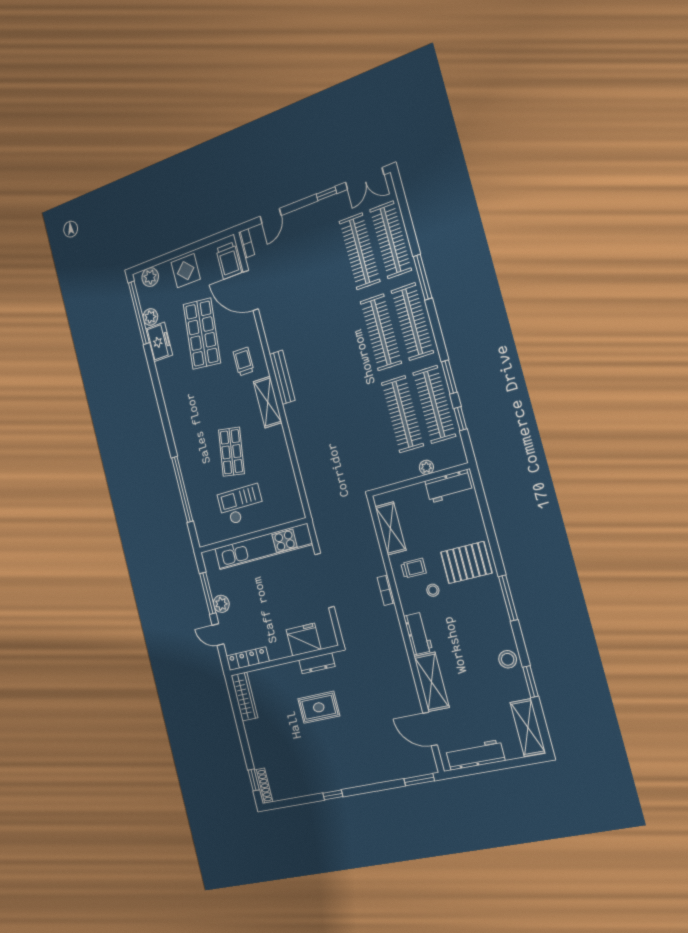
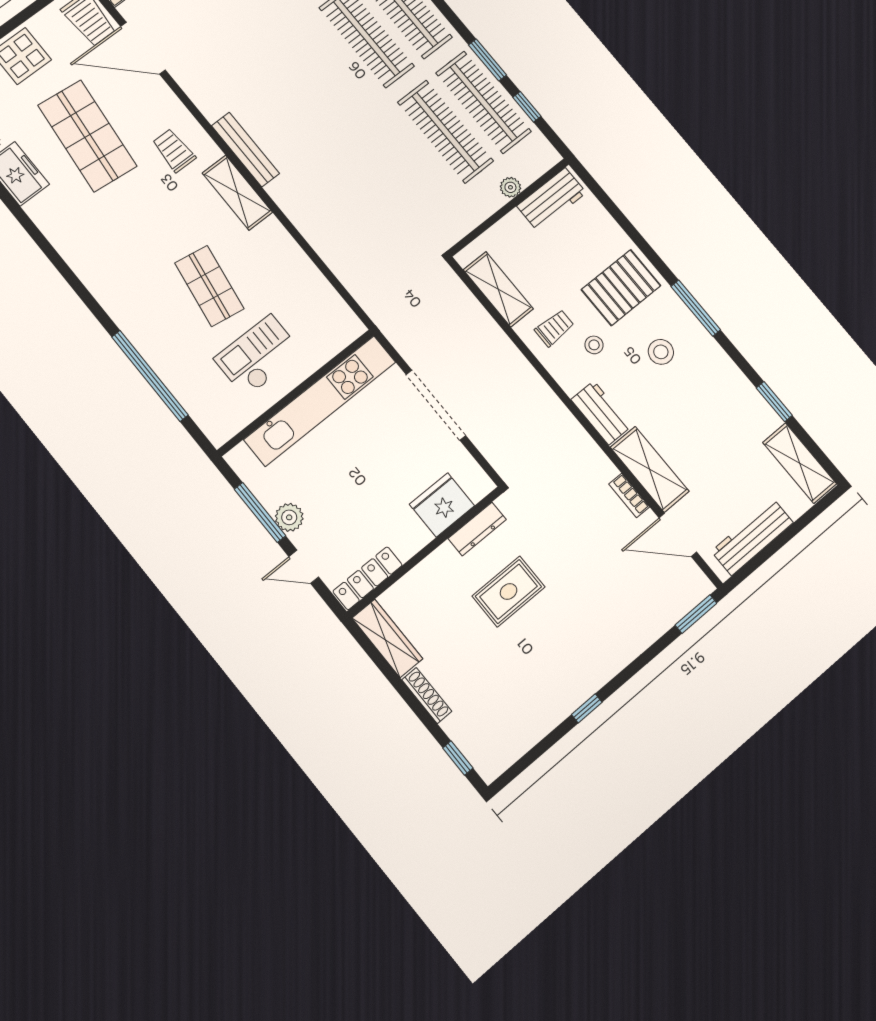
bookcase: (386, 590) -> (629, 496), moved
stool: (508, 659) -> (661, 352), moved
shoe rack: (263, 786) -> (427, 695), moved

